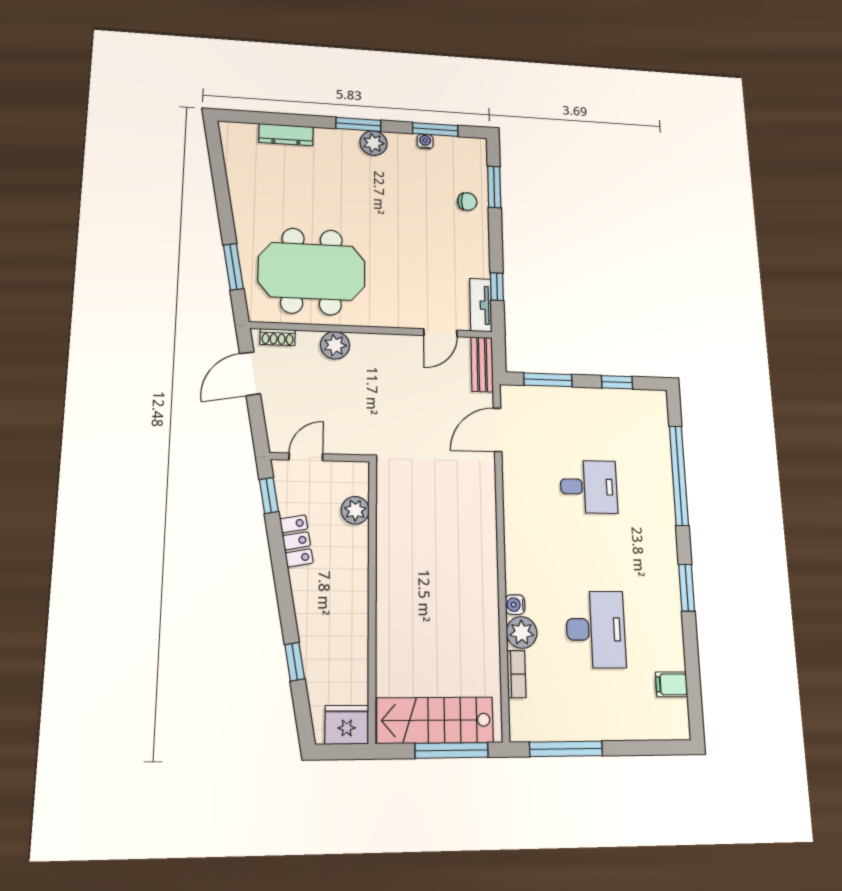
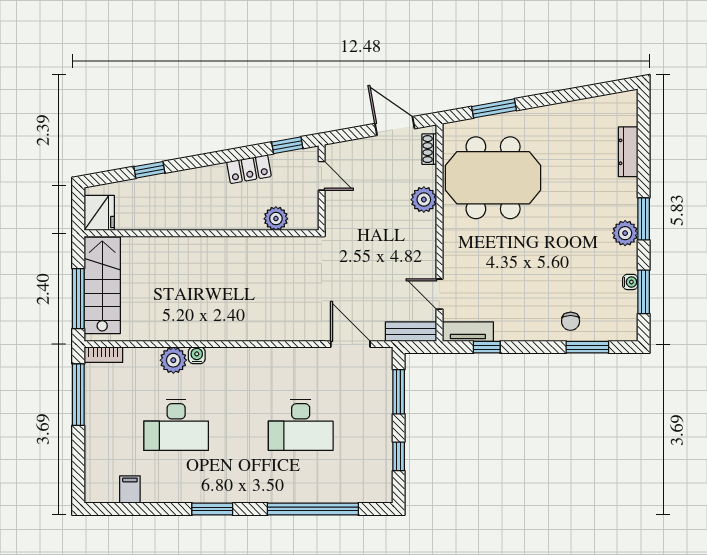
meeting table: (312, 271) -> (493, 178), turned 90
desk: (589, 487) -> (301, 425), width x1.37
bookcase: (516, 674) -> (103, 355), moved

